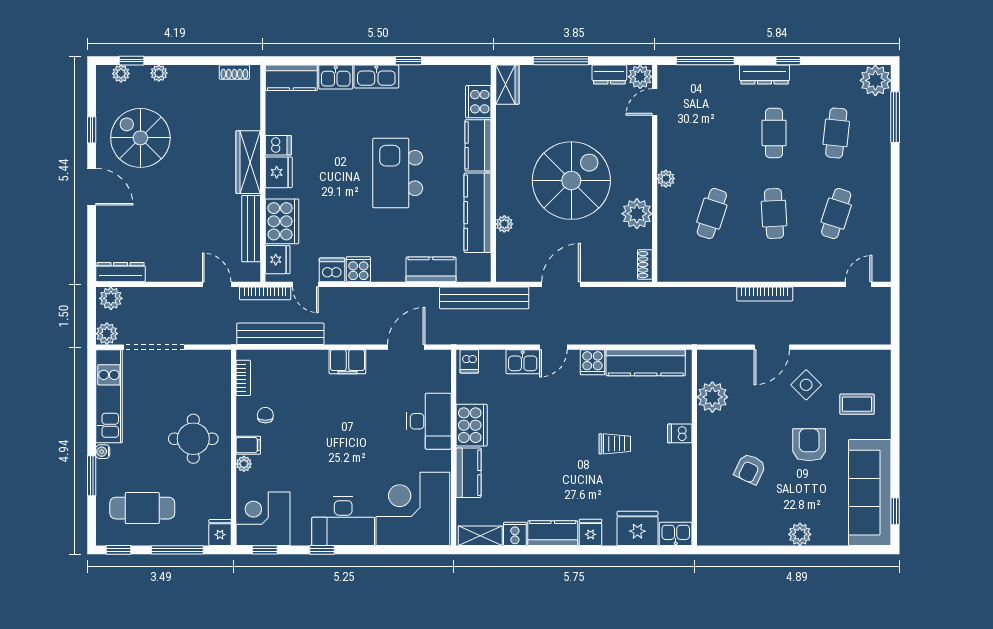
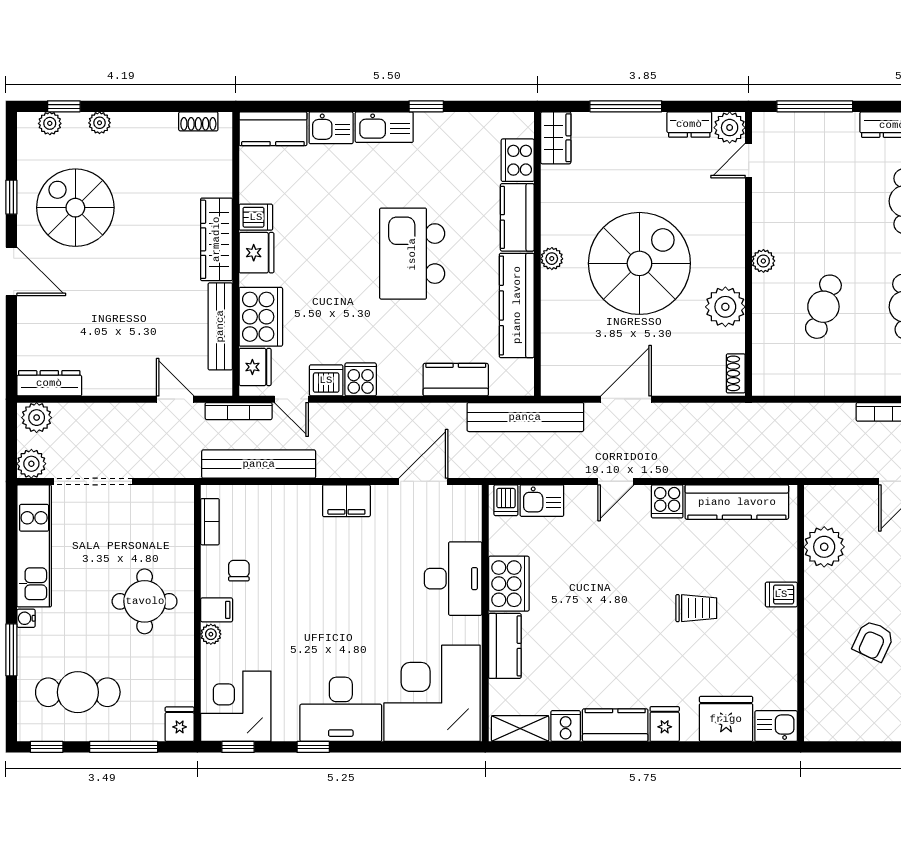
plant: (504, 224) -> (552, 259), moved
kitchen sink: (523, 362) -> (542, 501), moved

